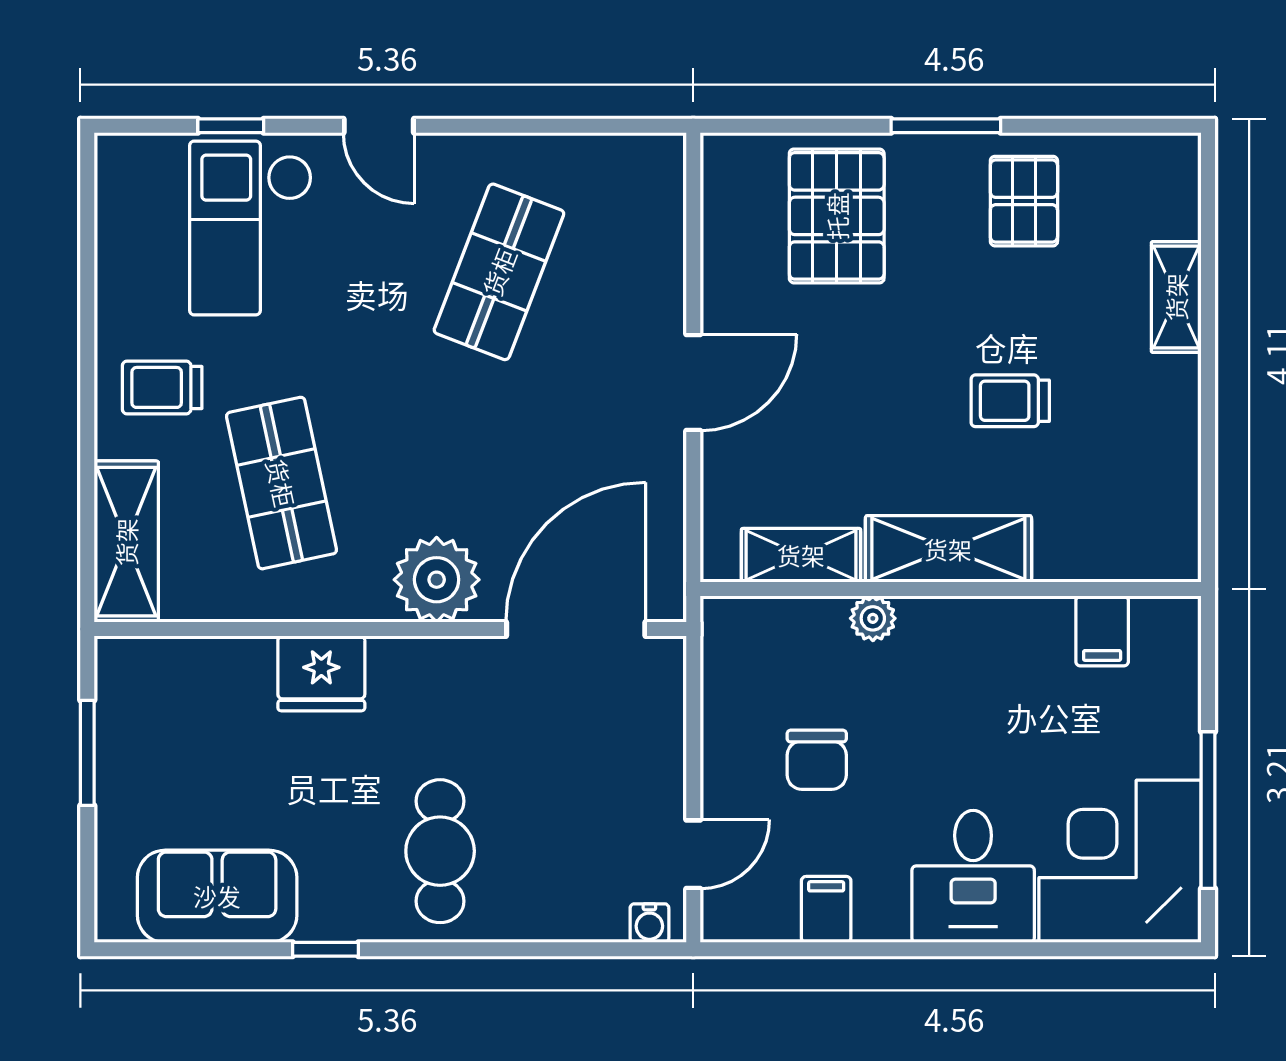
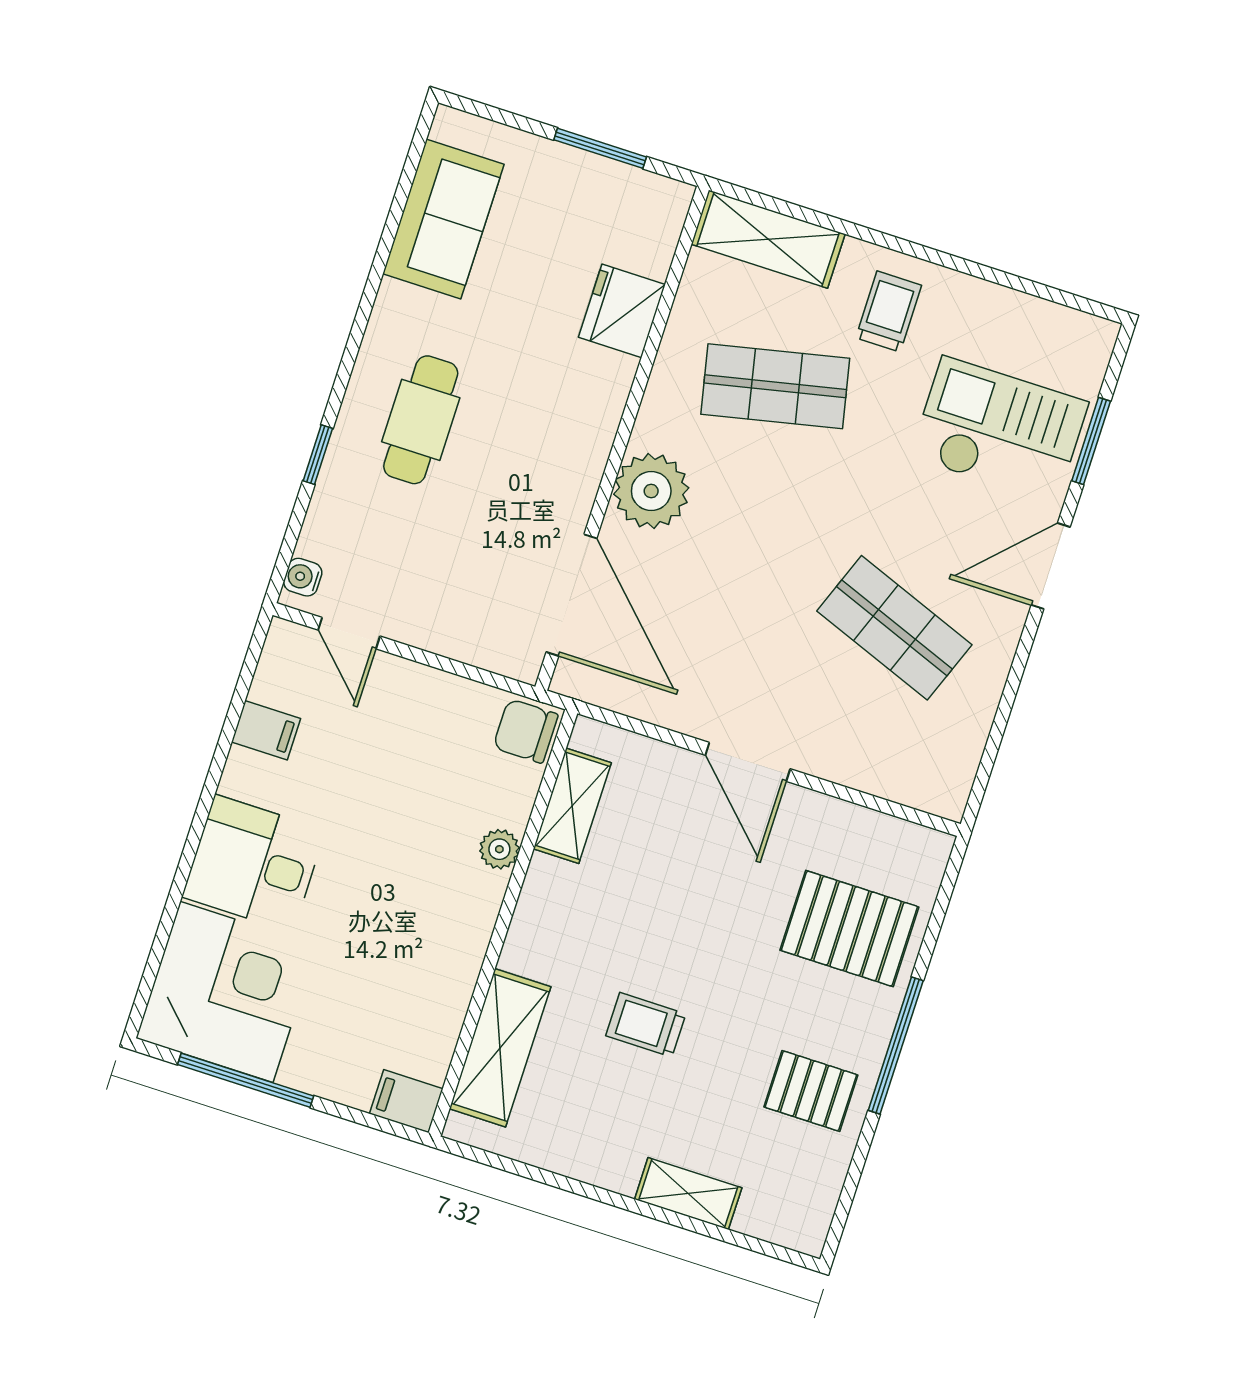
window: (231, 126) -> (1091, 441), width x1.50
door: (379, 126) -> (1051, 566), width x1.38
window: (946, 126) -> (896, 1046), width x1.44
trolley: (1010, 401) -> (646, 1025), turned -90
shelving: (948, 549) -> (500, 1048), moved
filing cabinet: (1102, 631) -> (406, 1101), moved
fridge: (321, 673) -> (622, 311), moved
chair: (817, 760) -> (526, 731), moved
cafe table: (440, 851) -> (421, 420), turned 90
window: (326, 949) -> (318, 455), moved

